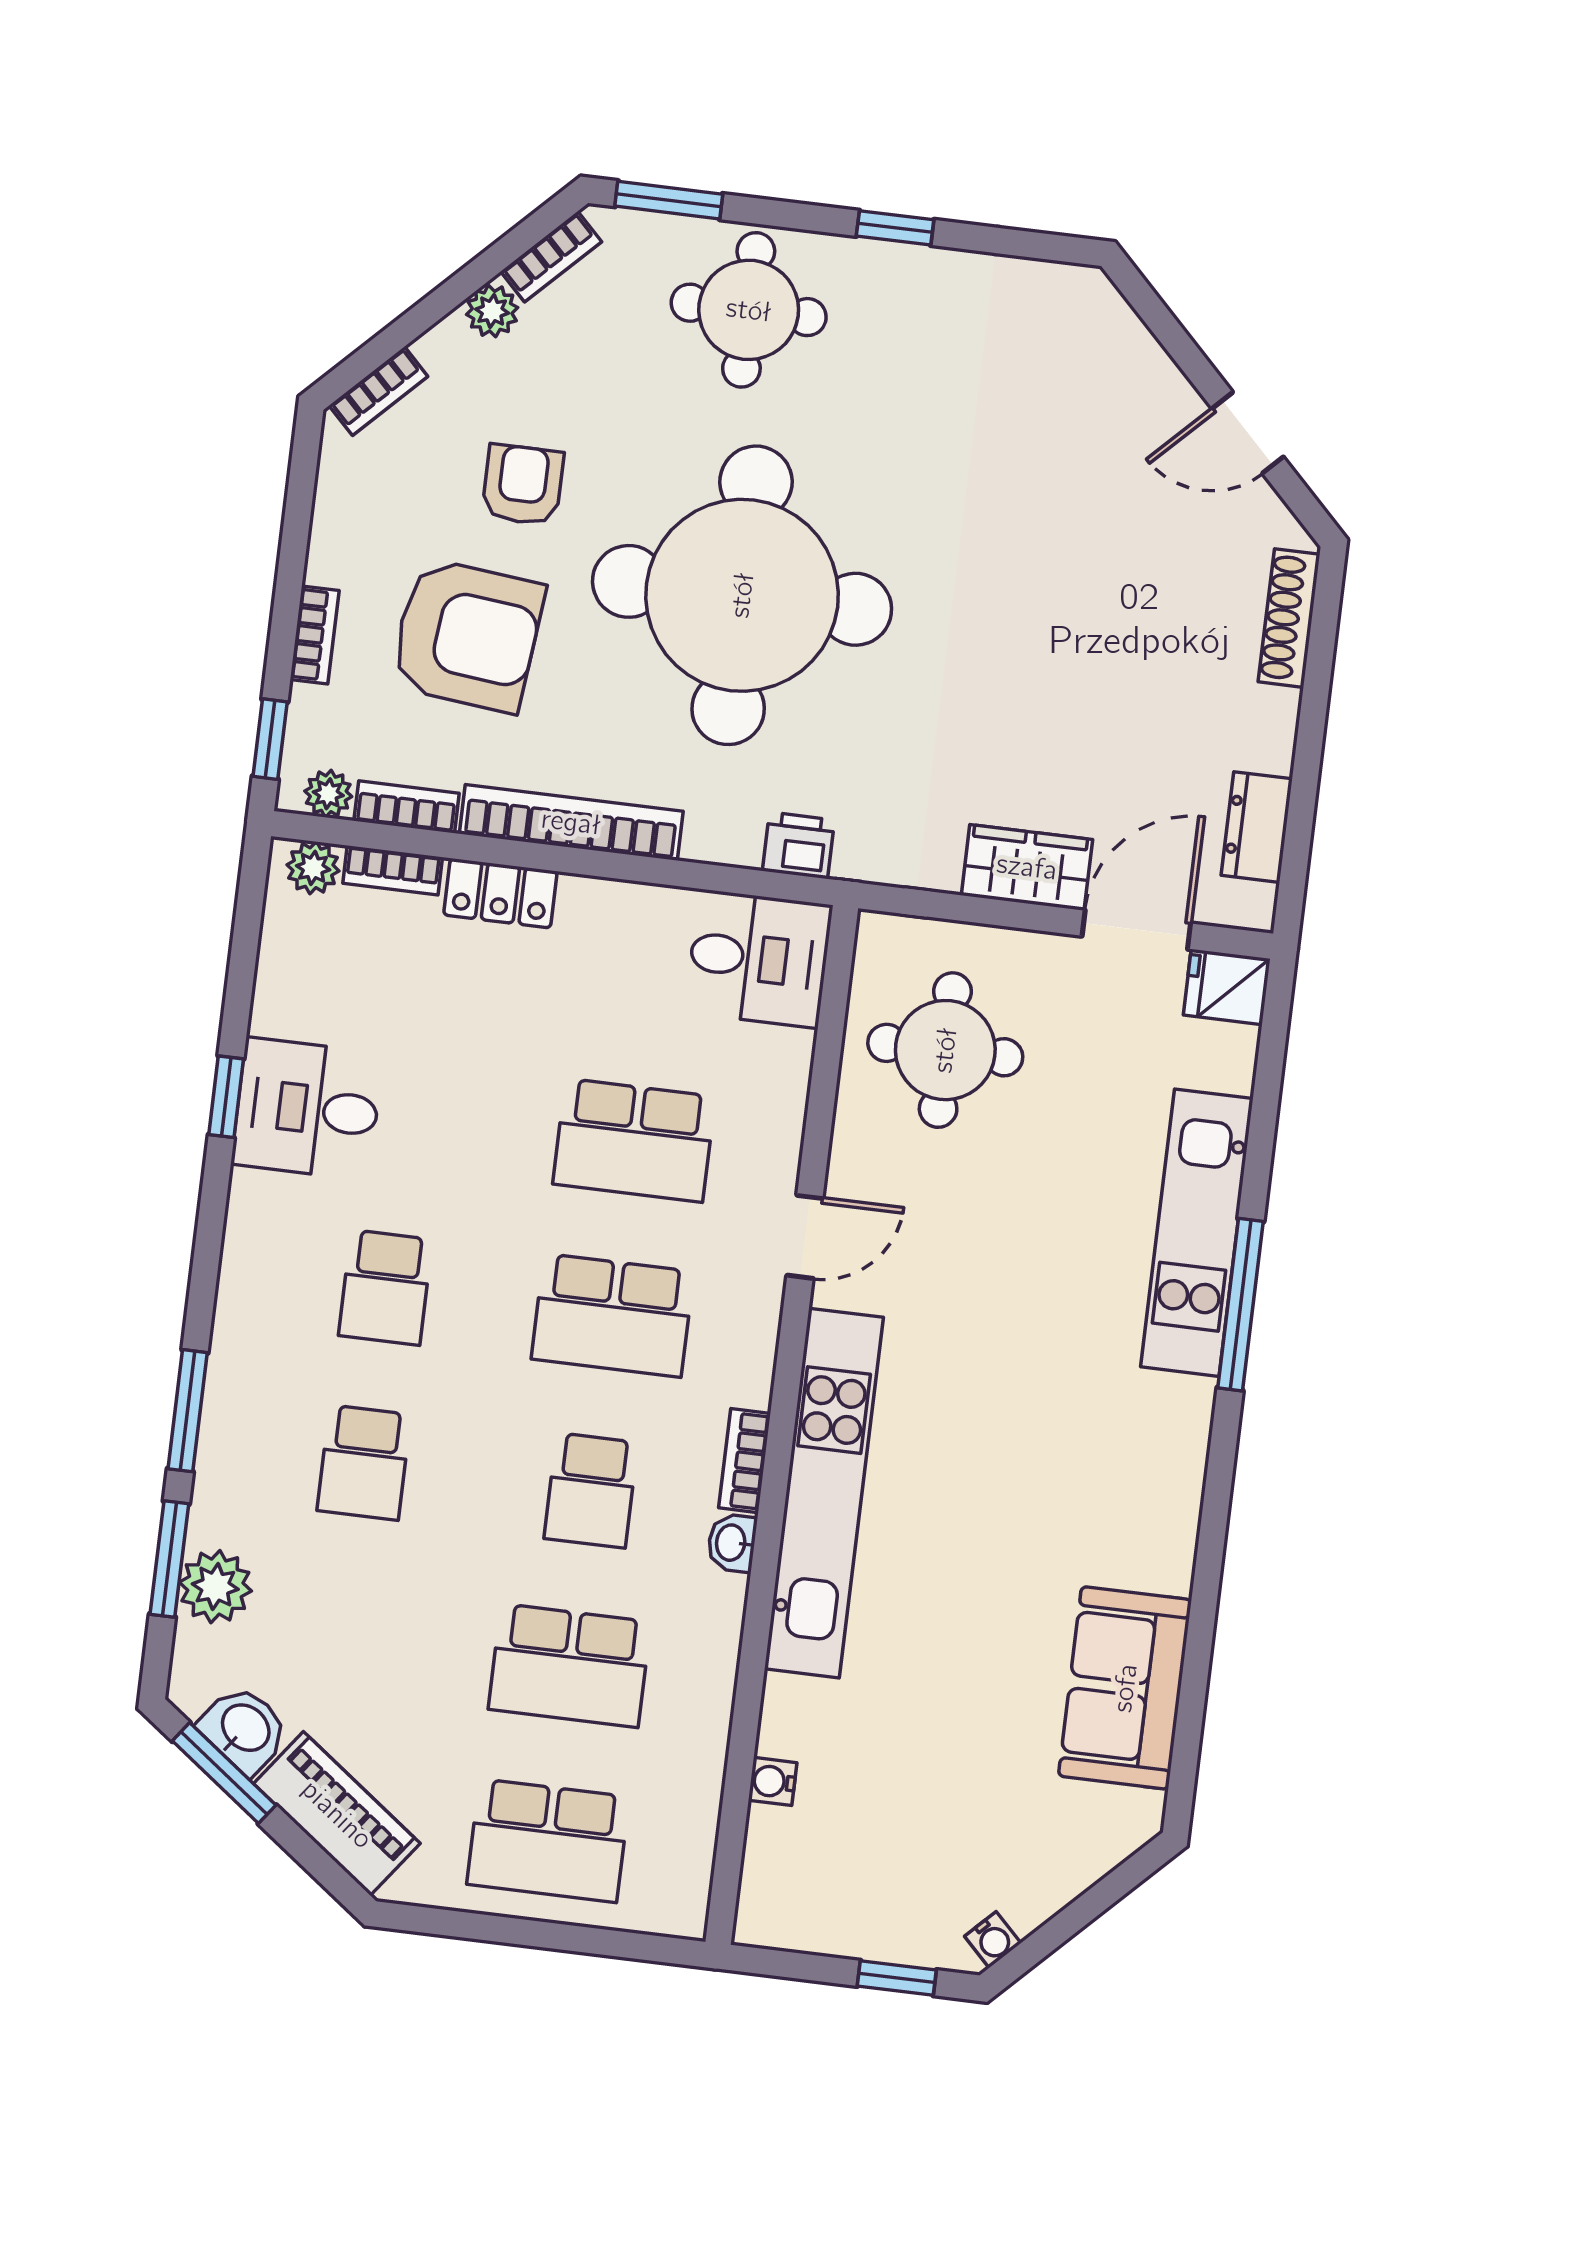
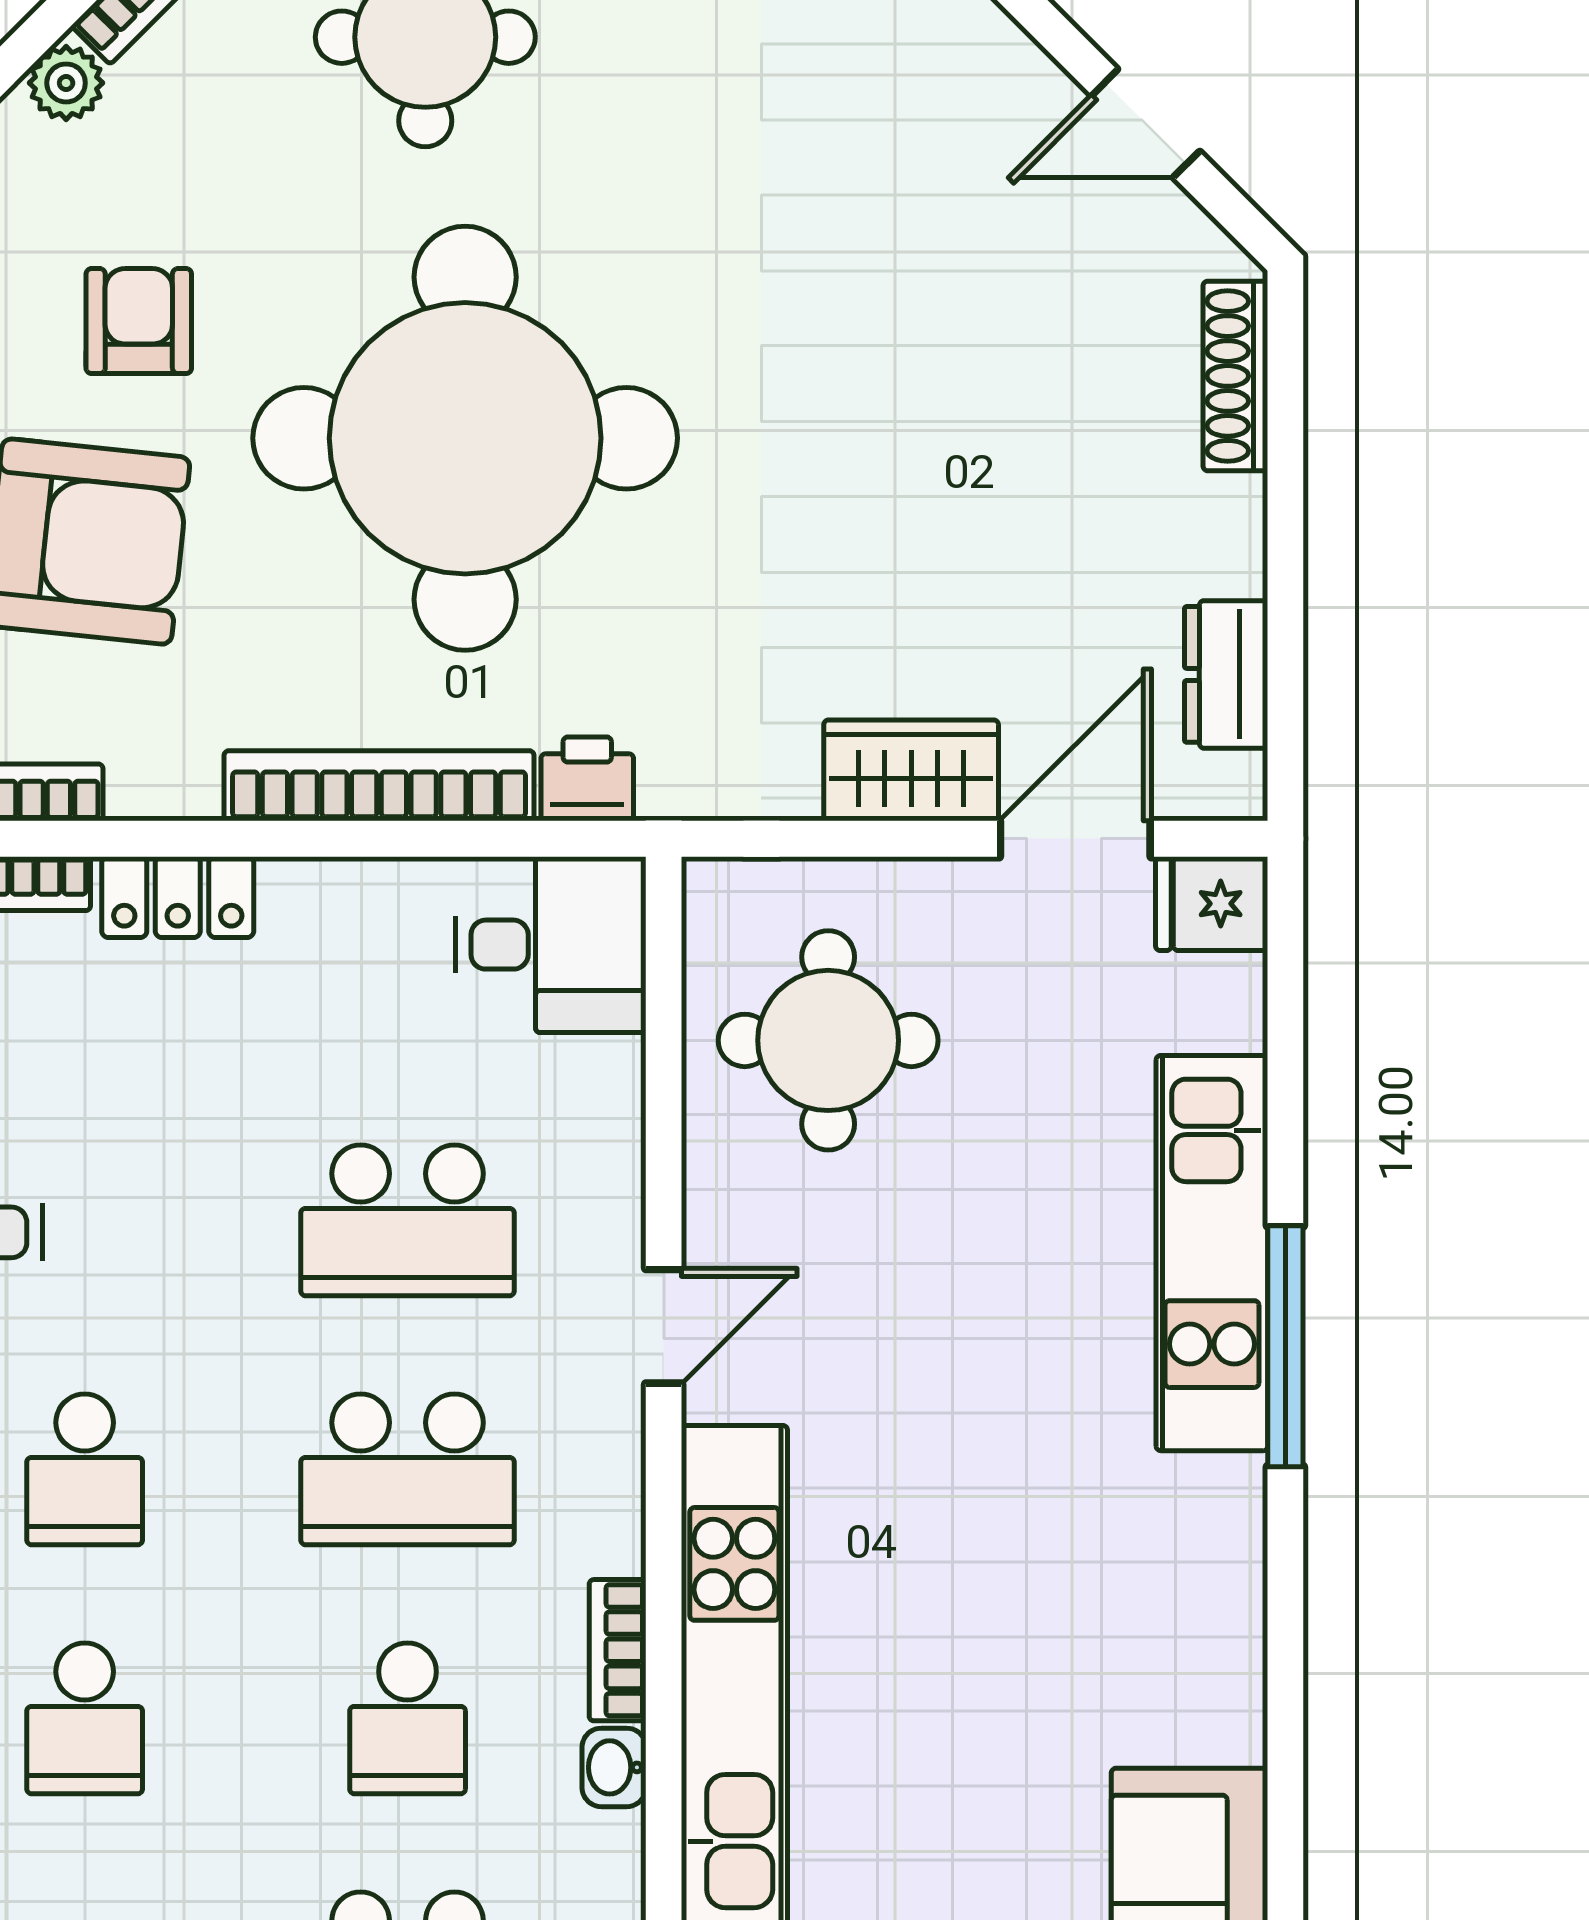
bookcase: (571, 822) -> (379, 786), moved

